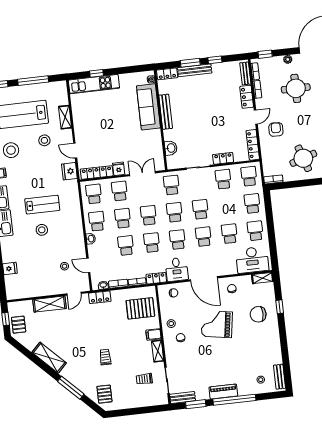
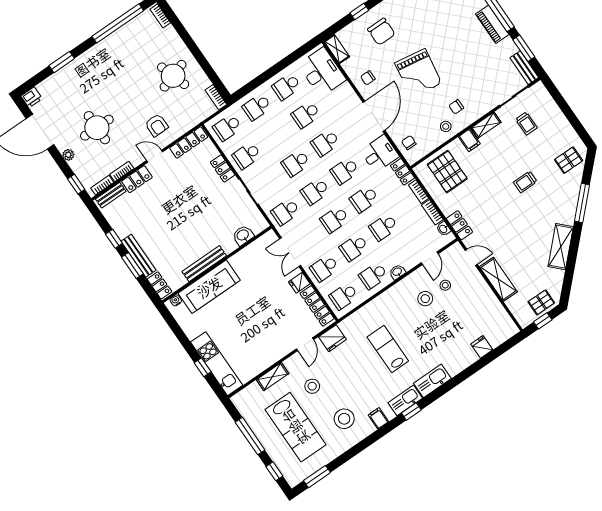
armchair: (276, 129) -> (157, 125), turned -92
stool: (42, 230) -> (425, 299), moved

